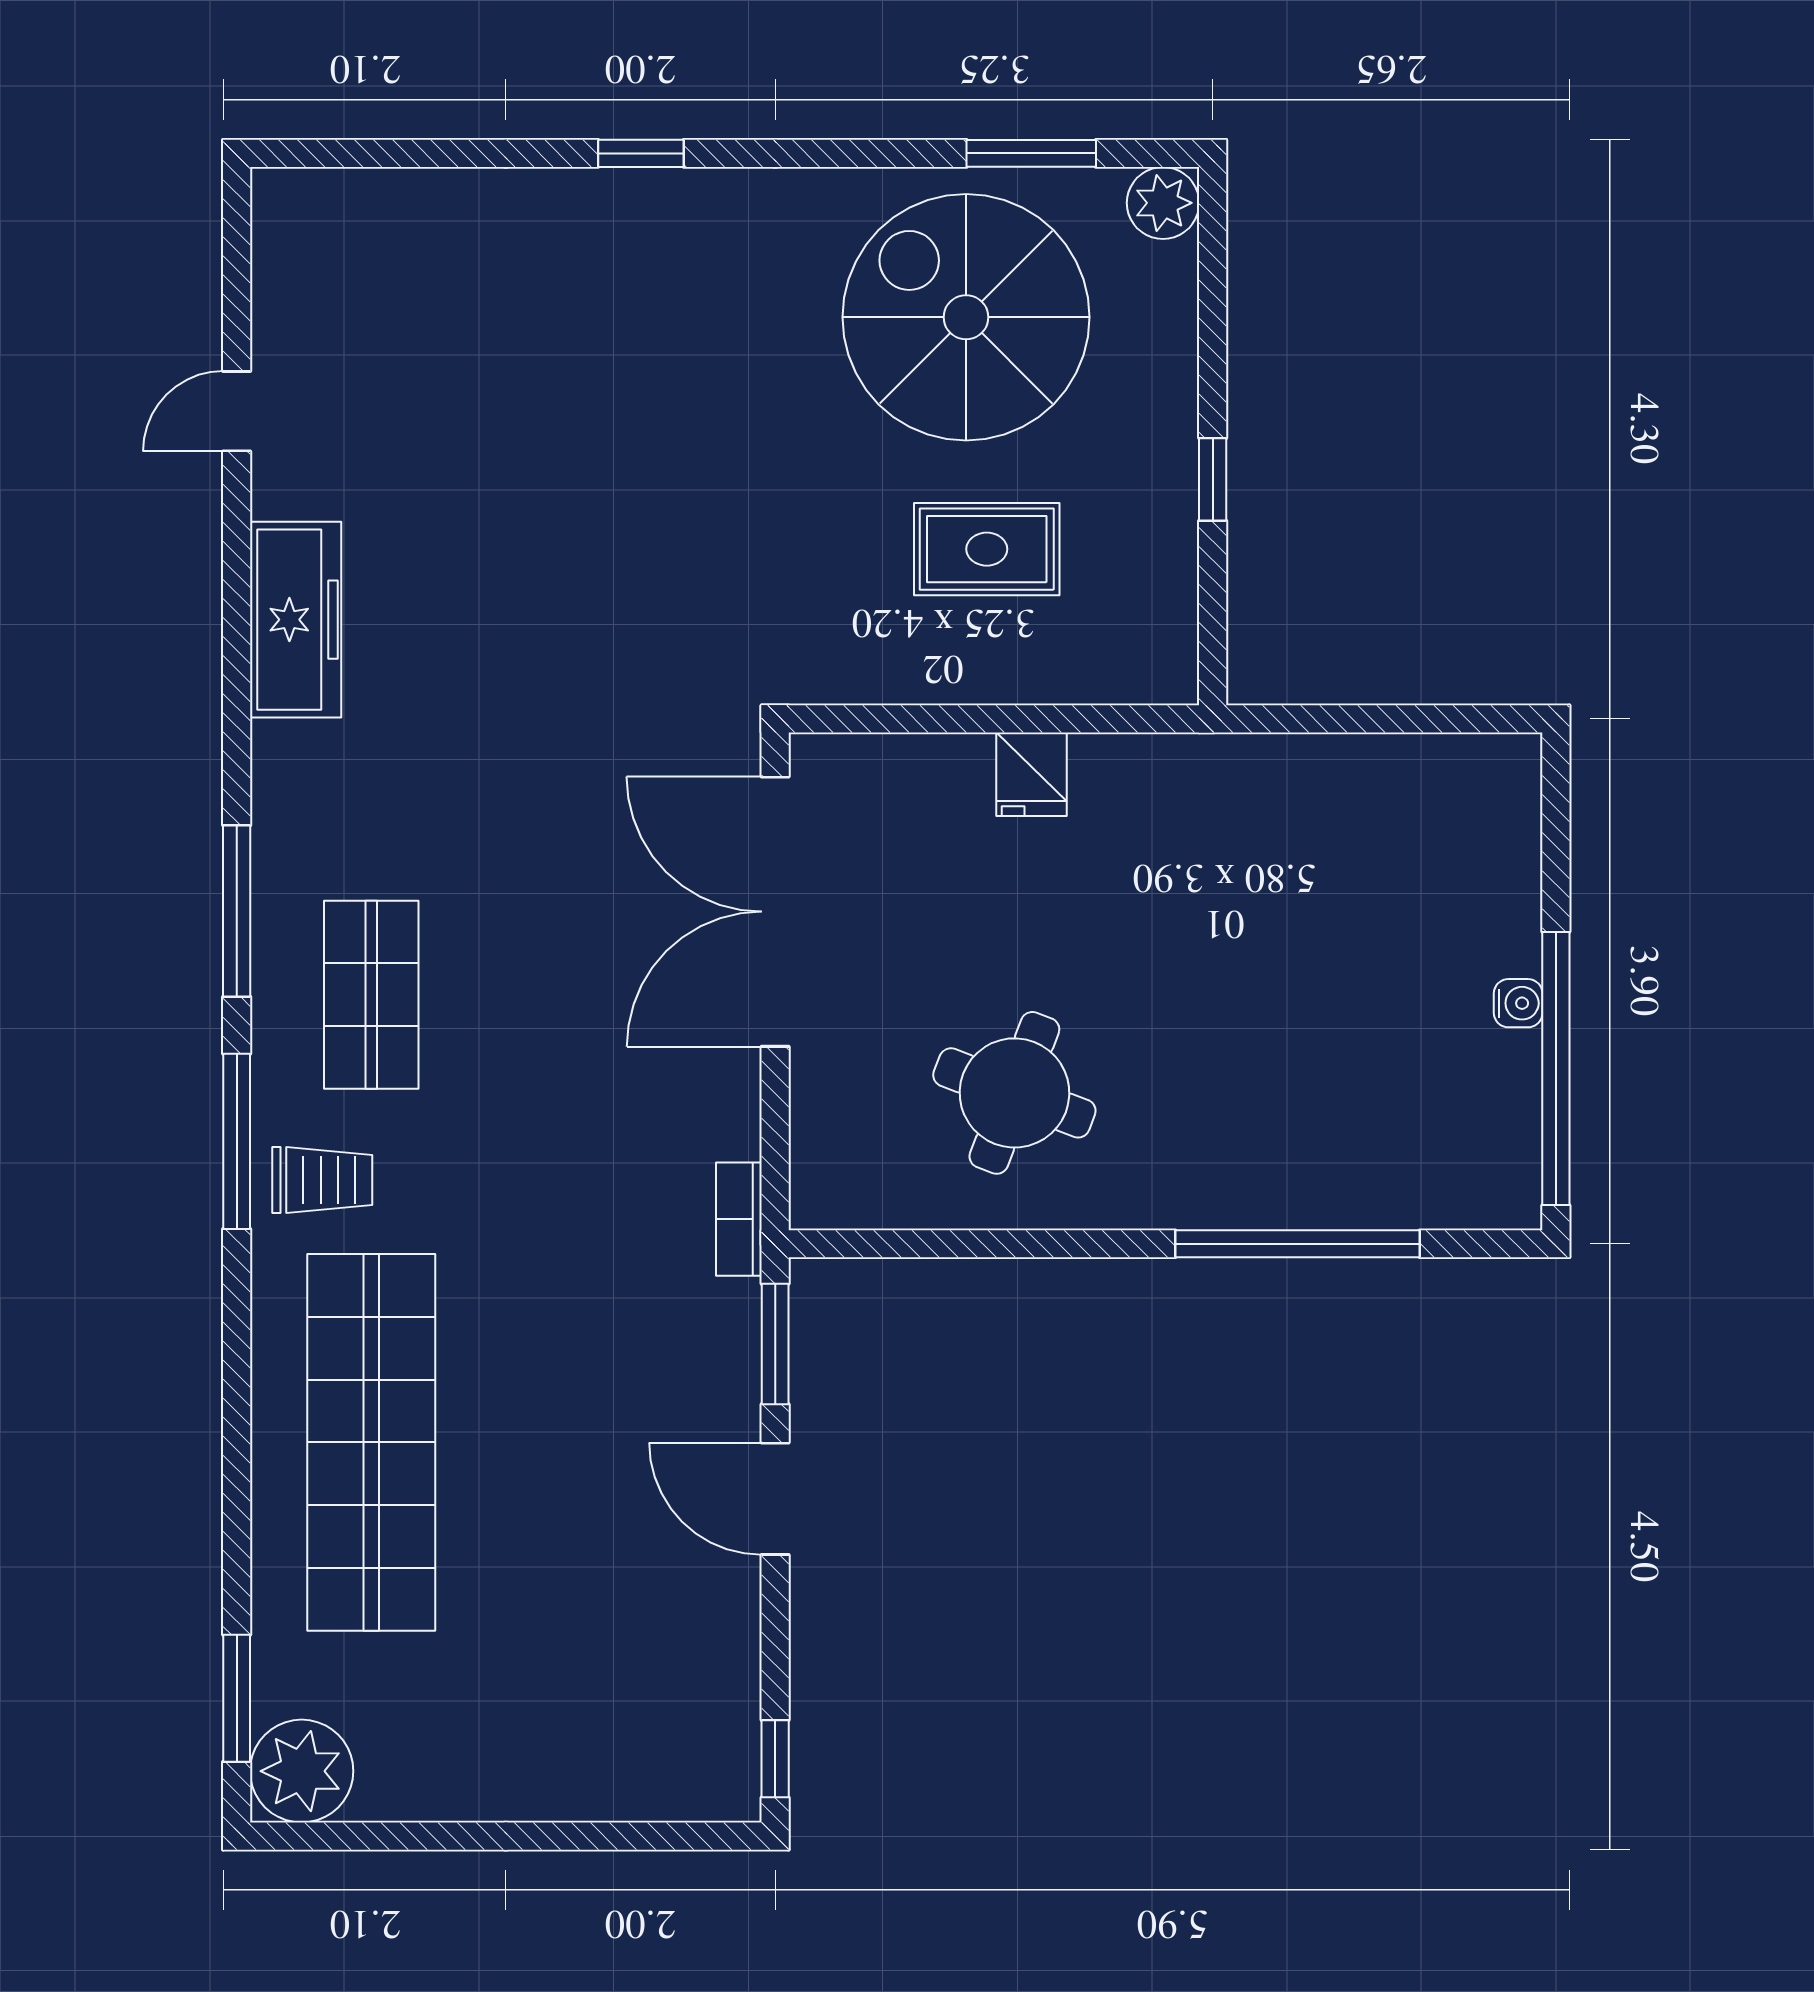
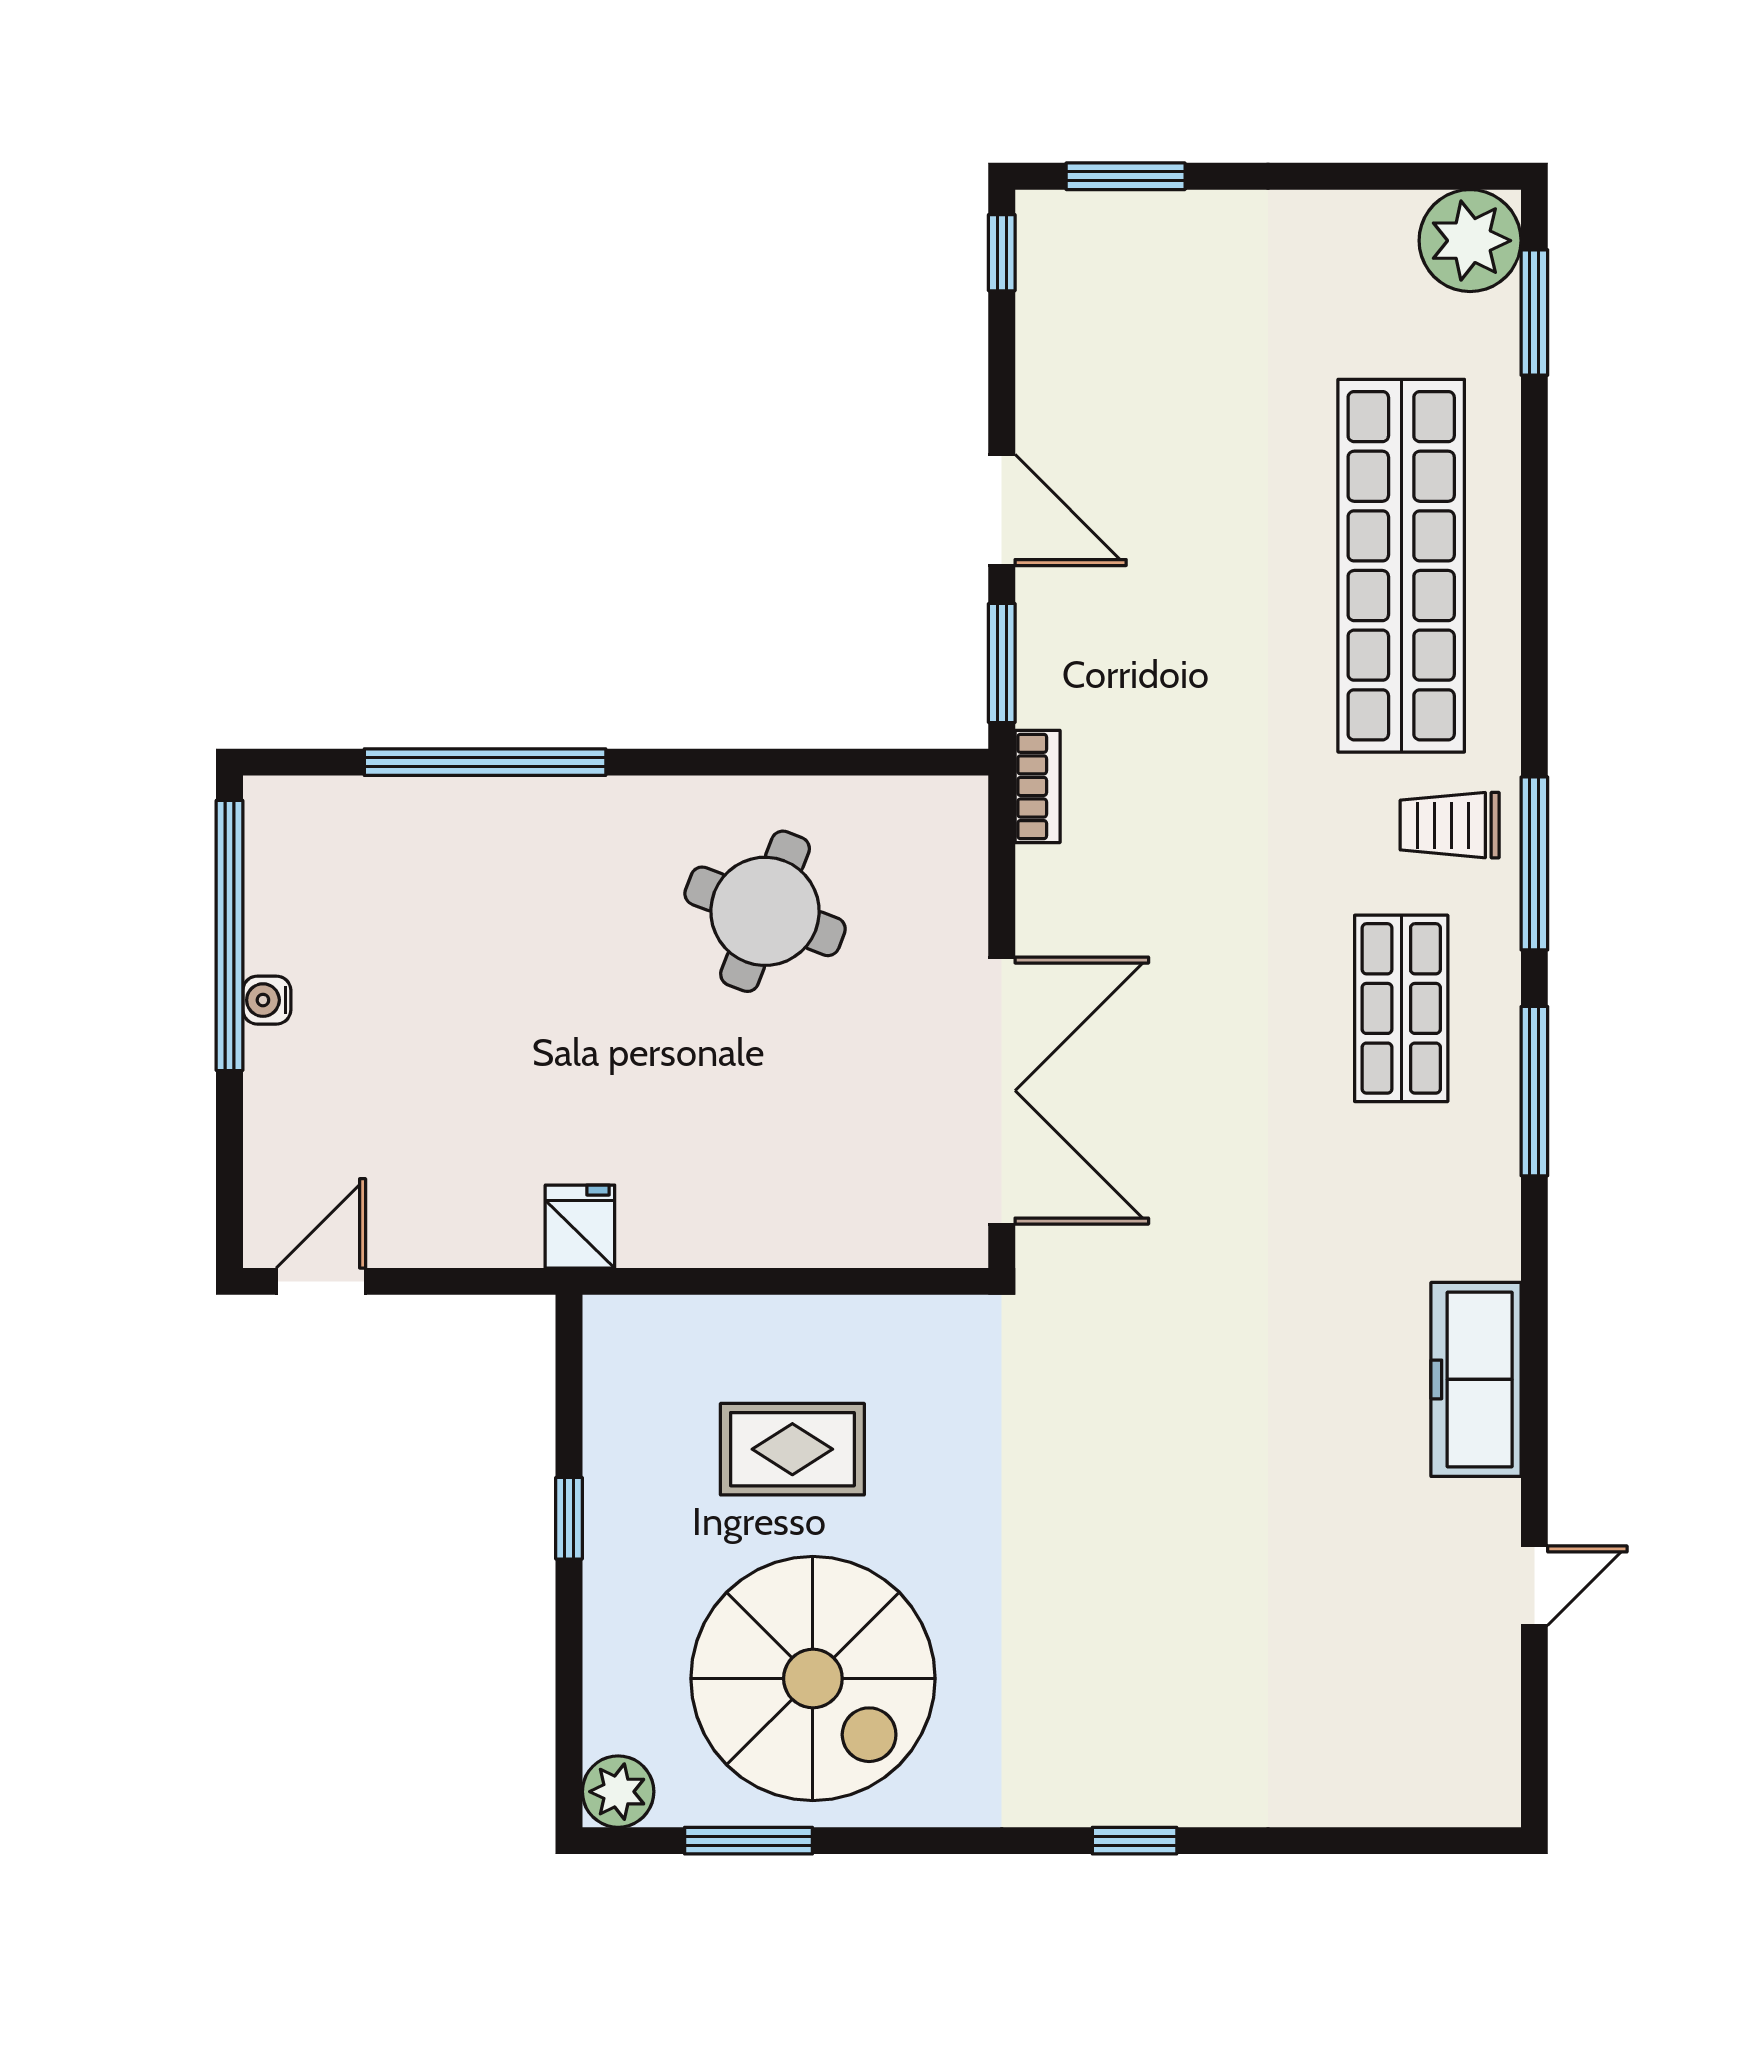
door: (1464, 719) -> (321, 1281), added
fridge: (1031, 774) -> (580, 1227), moved
window: (650, 1836) -> (1126, 176), added

